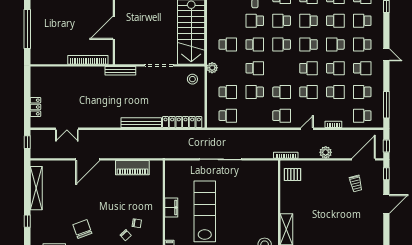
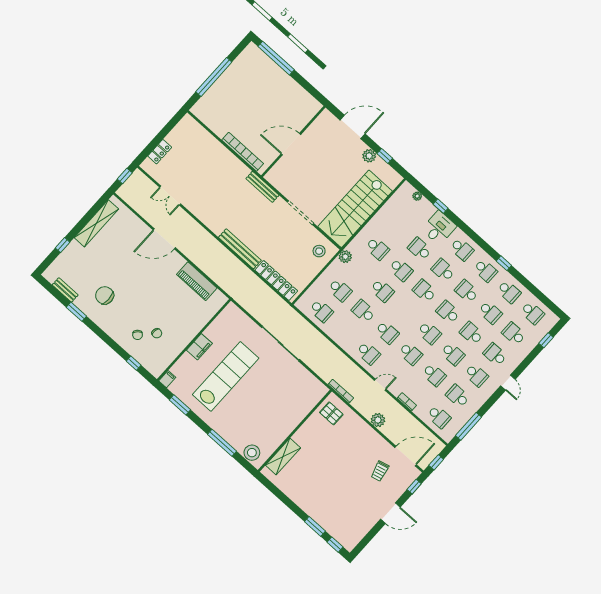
school desk: (362, 116) -> (439, 417), turned 180
chair: (82, 229) -> (105, 295), turned -70

